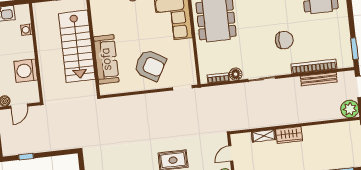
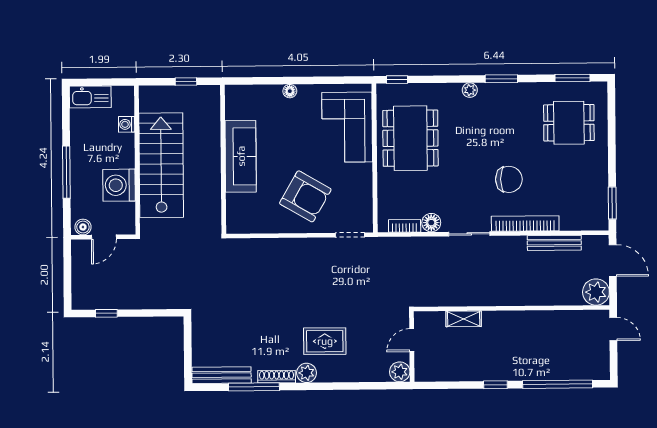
stairs: (77, 46) -> (161, 165), moved, turned 180
sofa: (106, 59) -> (241, 156), moved
bookcase: (314, 66) -> (525, 223), moved
wardrobe: (289, 135) -> (502, 322), removed

